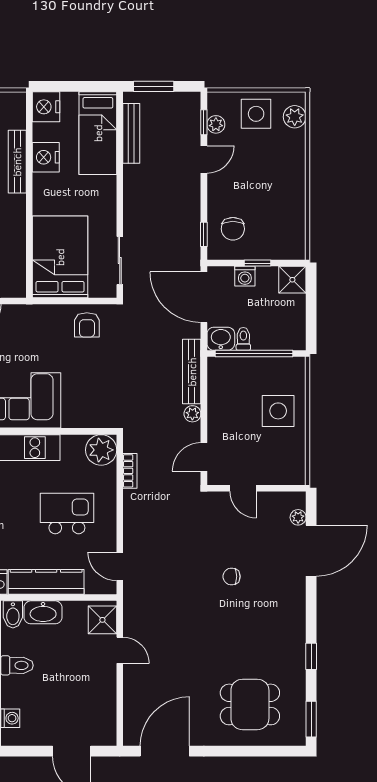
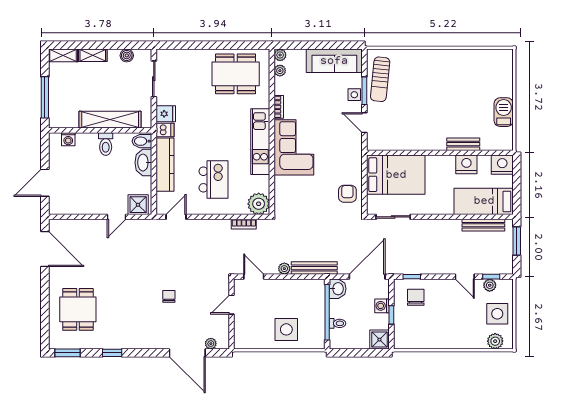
bench: (17, 162) -> (463, 144), width x0.73
chair: (233, 229) -> (416, 297), turned 90
armchair: (87, 325) -> (347, 194), turned 90
toilet: (243, 339) -> (338, 323), moved

